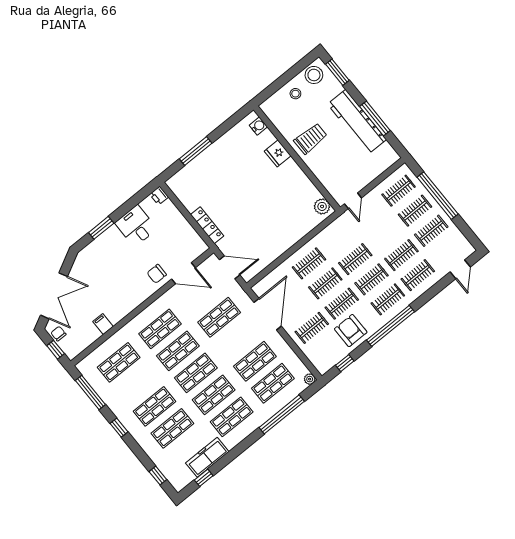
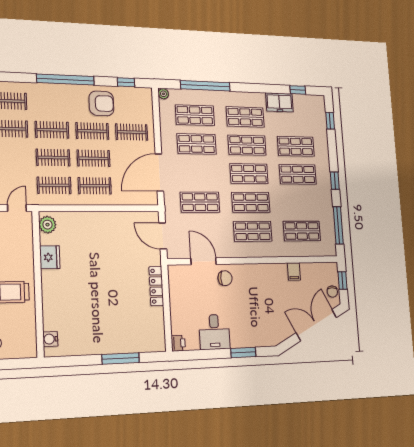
fridge: (278, 153) -> (50, 257), moved
clothes rail: (388, 299) -> (54, 185), moved
armchair: (351, 331) -> (101, 103), turned -90
freezer: (207, 457) -> (279, 102), width x0.71

